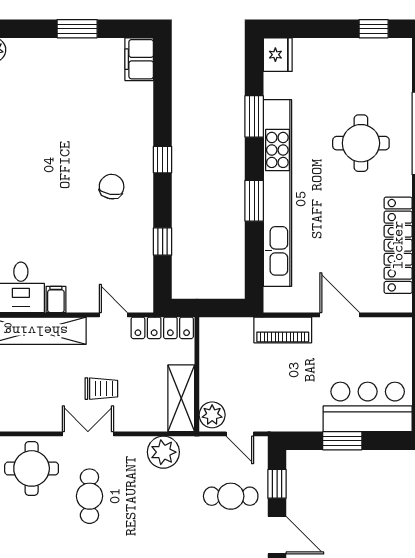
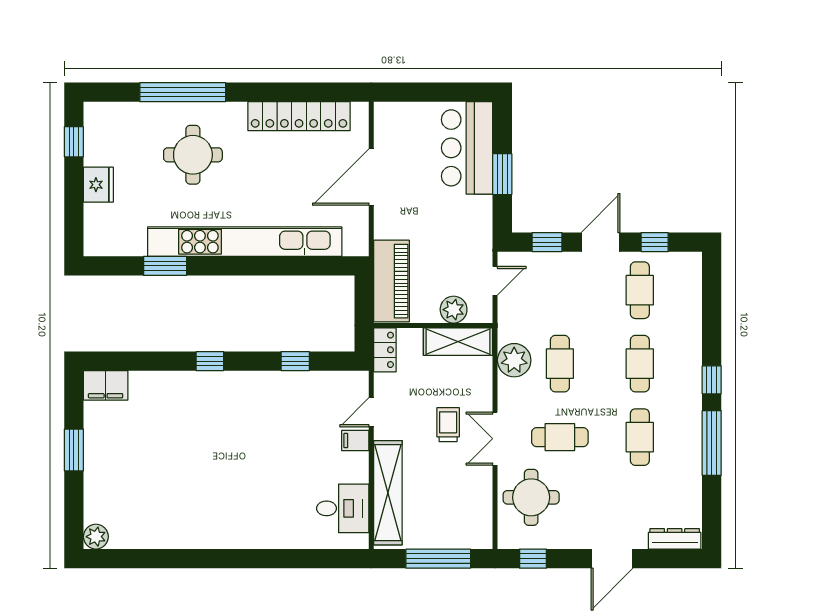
fridge: (278, 55) -> (98, 185), moved, turned 90
chair: (112, 187) -> (238, 414), removed
window: (254, 201) -> (253, 266), removed
filing cabinet: (56, 299) -> (355, 440), moved
door: (340, 315) -> (371, 177), width x1.36
locker: (162, 328) -> (385, 350), width x0.66
piano: (283, 330) -> (392, 281), moved, width x1.37, depth x1.33
plant: (212, 415) -> (454, 310), moved
cafe table: (231, 496) -> (560, 364), moved

